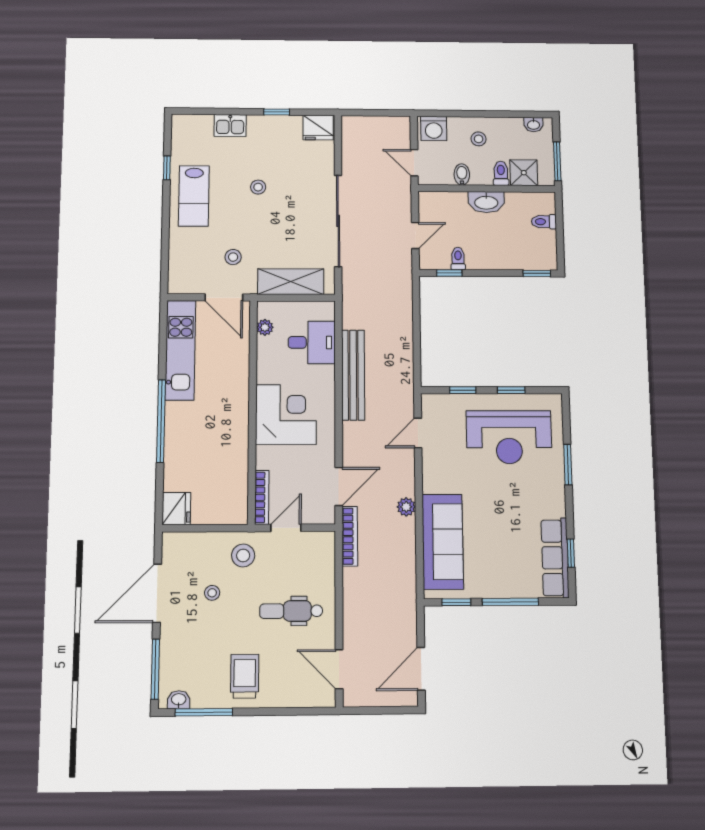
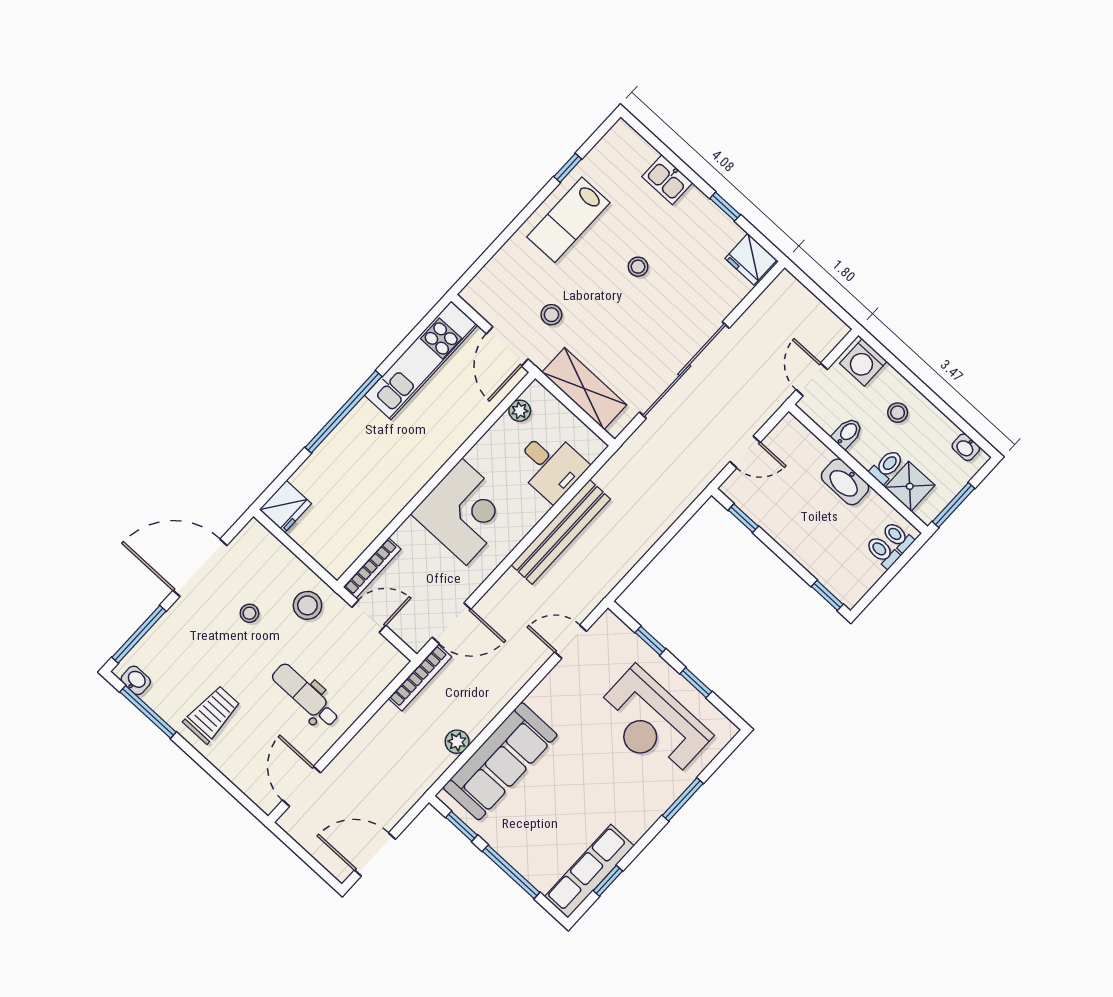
toilet: (458, 259) -> (898, 537), moved, turned -90
plant: (406, 507) -> (457, 742), moved

